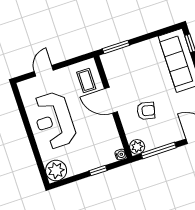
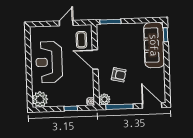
door: (44, 71) -> (66, 23), moved

